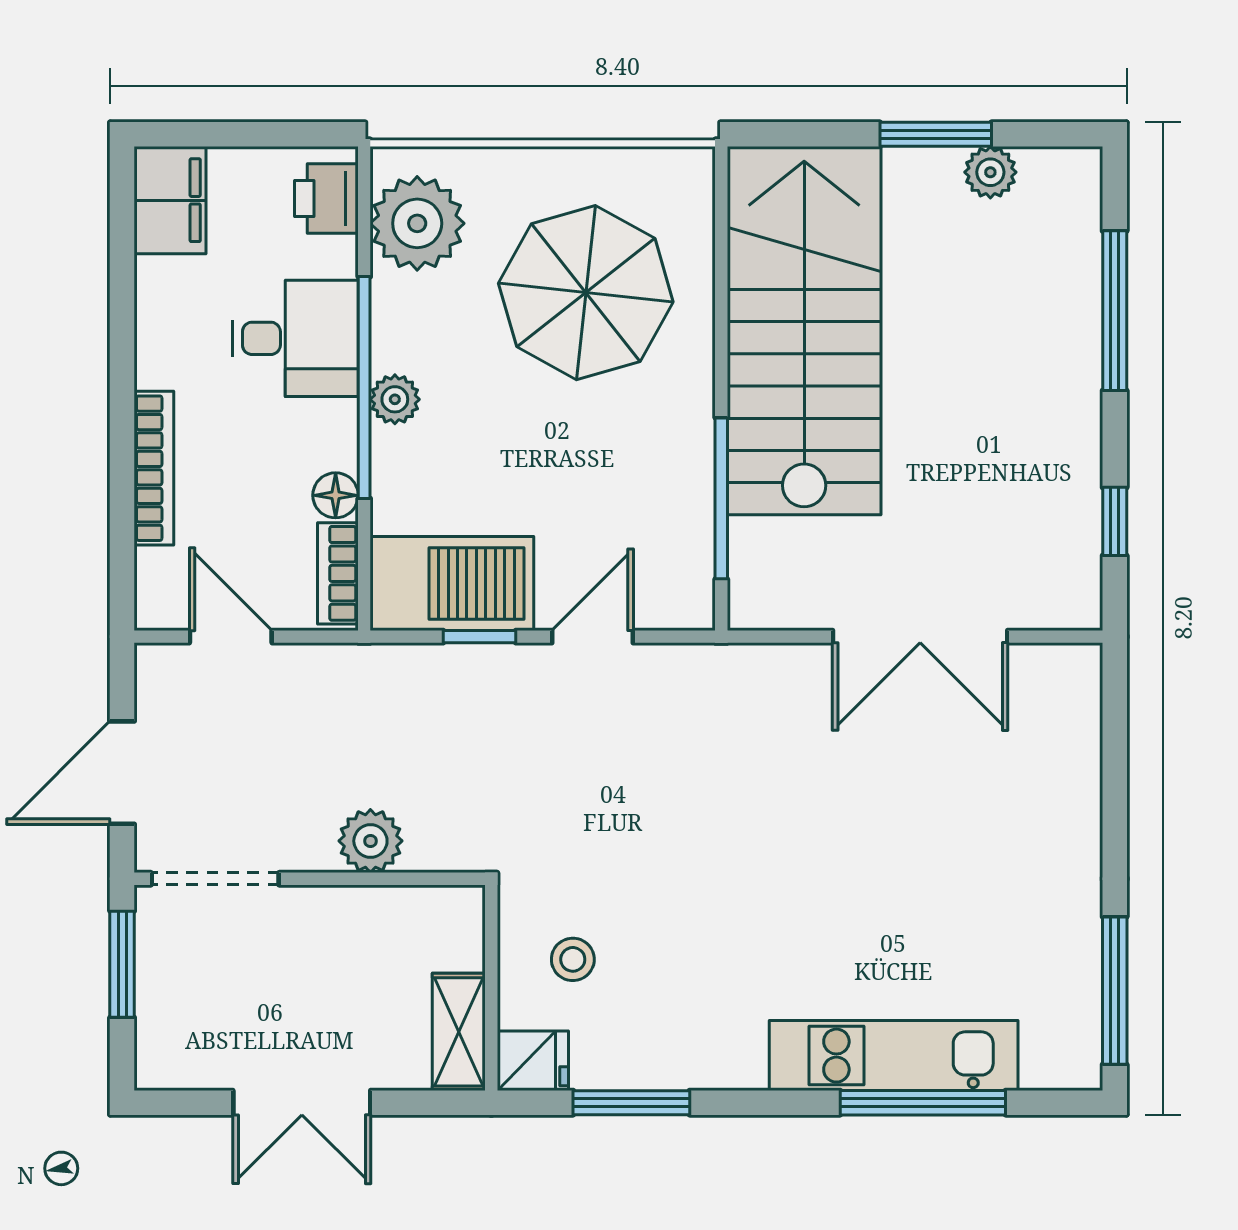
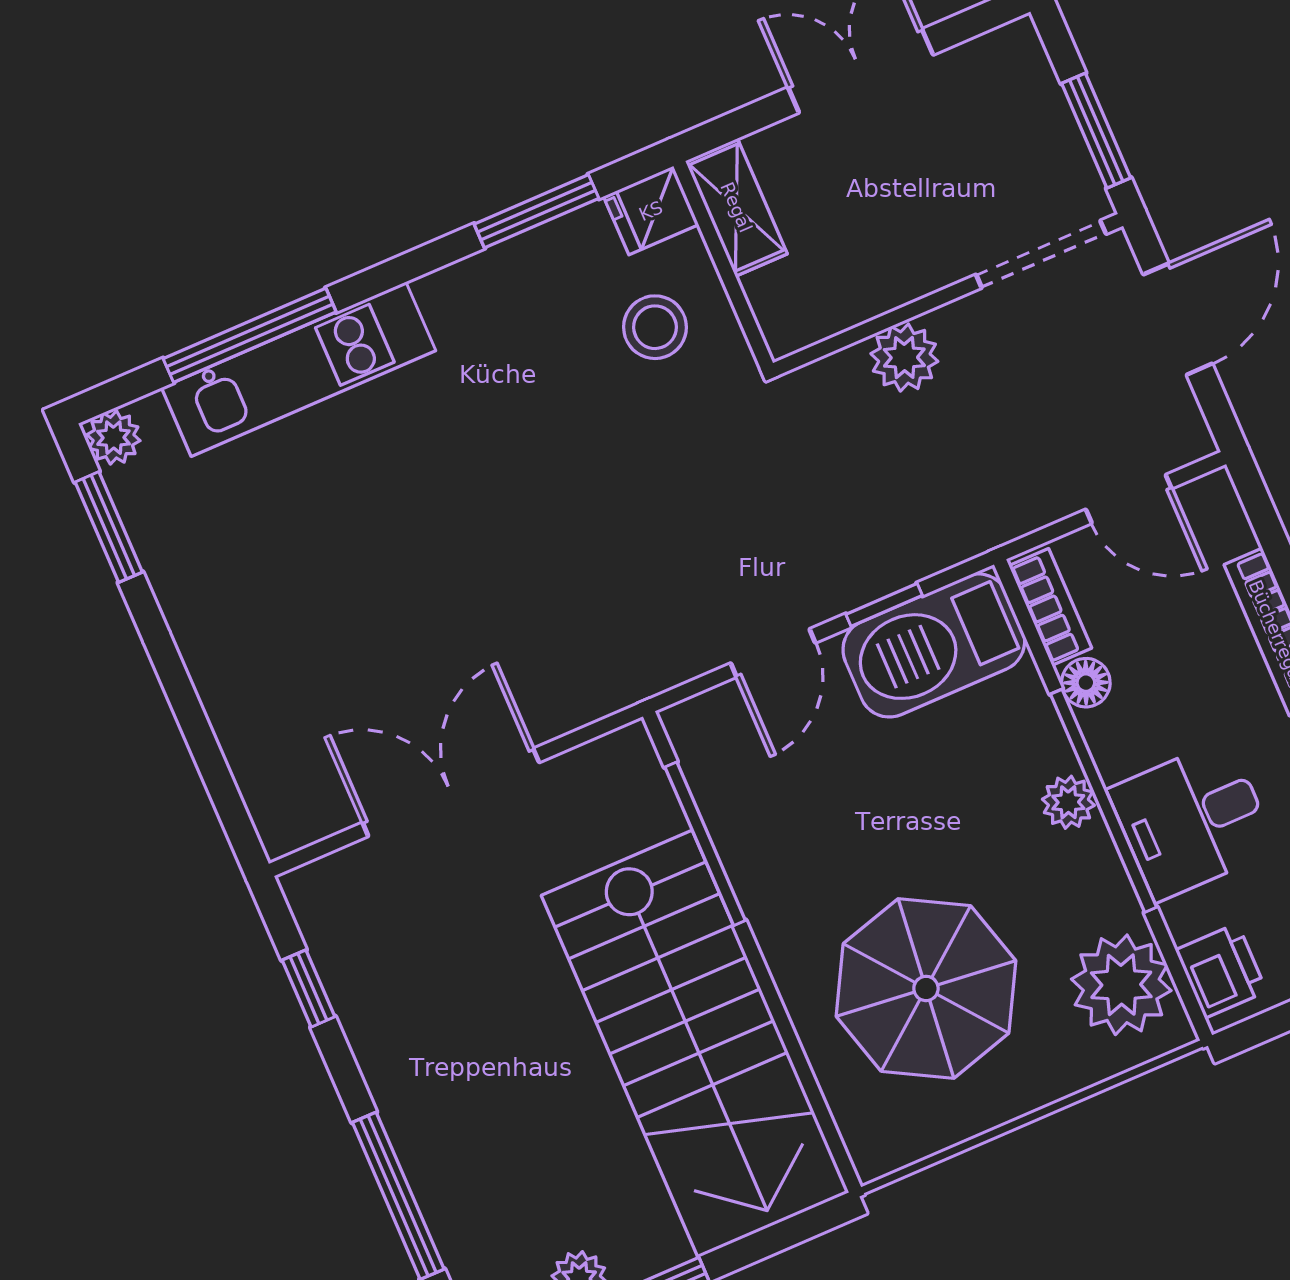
stool: (573, 959) -> (655, 327), width x1.37, depth x1.37
window: (1115, 991) -> (109, 527), width x0.69
plant: (1078, 1066) -> (113, 438), added

